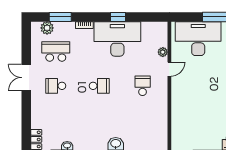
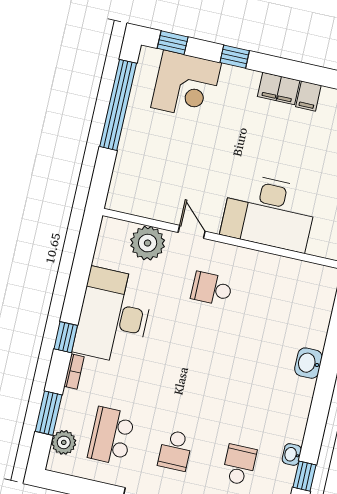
window: (118, 17) -> (66, 337), moved
desk: (198, 39) -> (269, 212), moved, turned -90
plant: (163, 52) -> (148, 243), width x1.87, depth x1.87
school desk: (99, 86) -> (239, 465), moved

